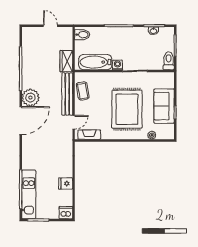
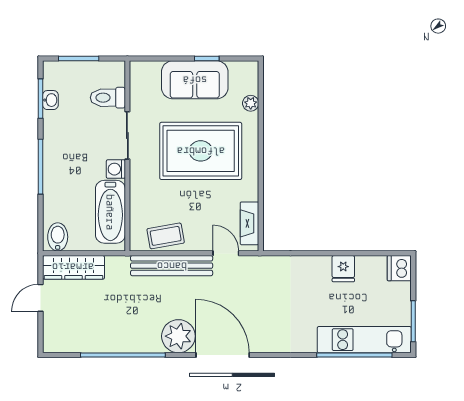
wardrobe: (66, 61) -> (73, 267), moved, width x1.50
toilet: (169, 61) -> (108, 98), moved

